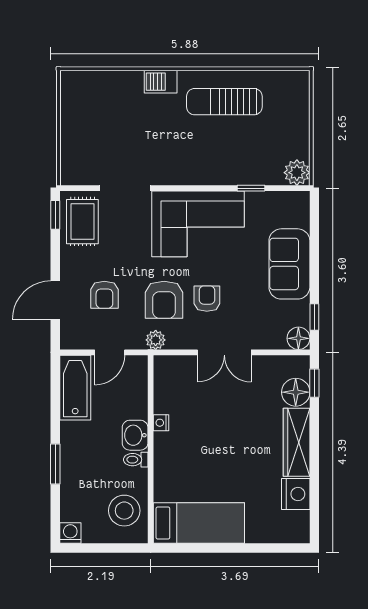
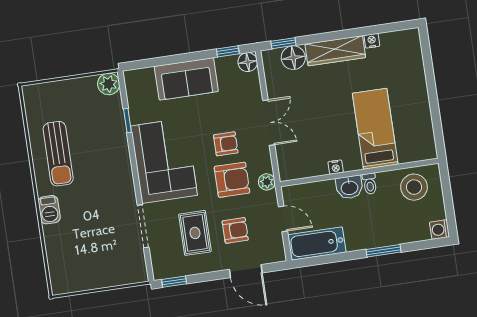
rug: (82, 222) -> (195, 233), moved, turned 90
armchair: (207, 299) -> (226, 144), turned 180
nightstand: (296, 494) -> (372, 41), width x0.53, depth x0.56
bed: (199, 523) -> (375, 129), moved

